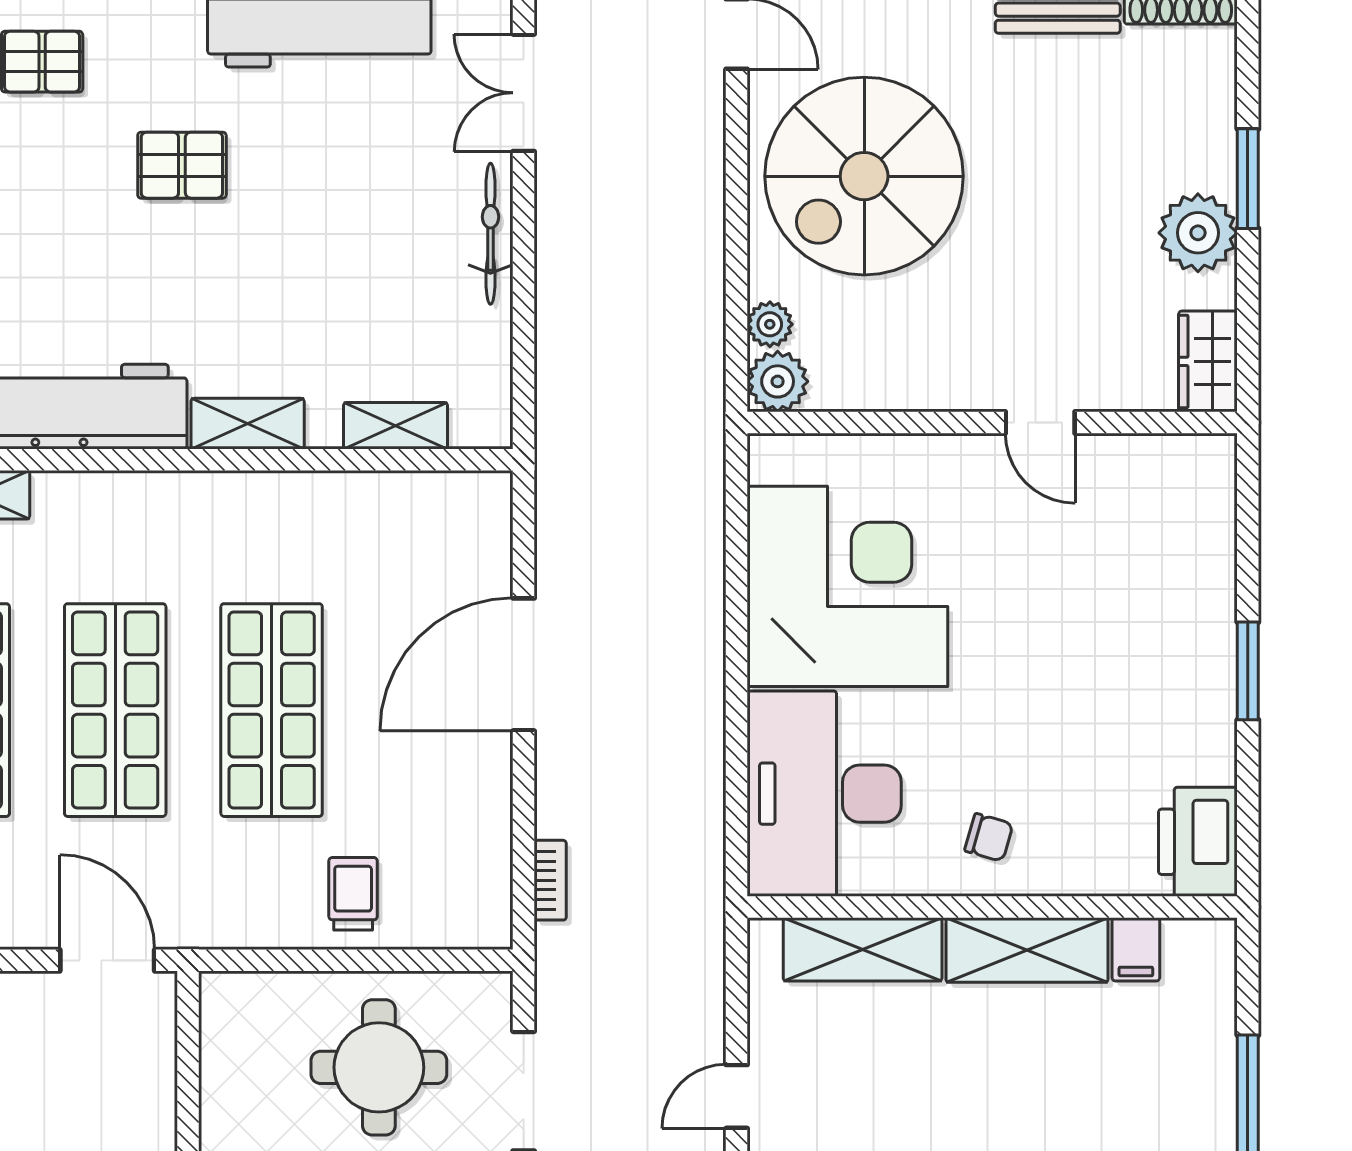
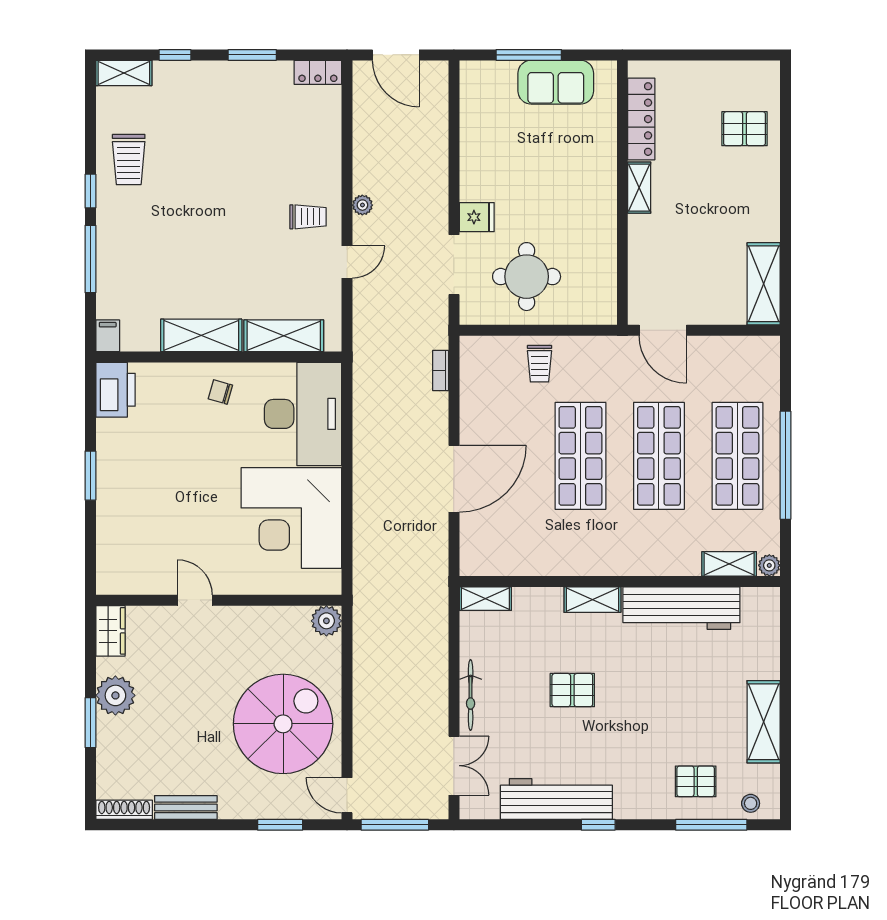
pallet: (182, 165) -> (572, 690), moved
plant: (770, 324) -> (330, 650), removed
shelving: (396, 426) -> (485, 599), moved
filing cabinet: (1136, 949) -> (108, 336), moved

